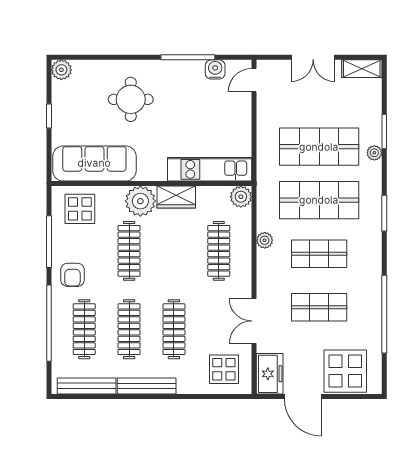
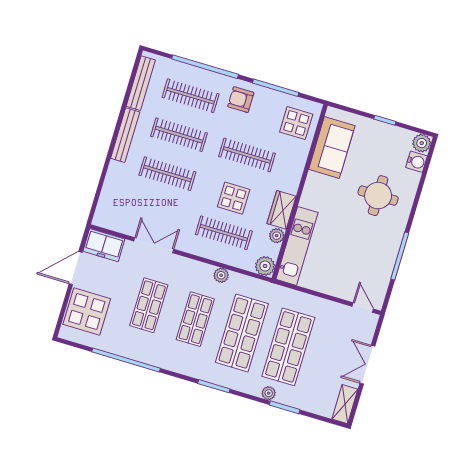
water cooler: (215, 69) -> (416, 162), moved
sofa: (94, 163) -> (332, 147), width x0.73
plant: (140, 201) -> (277, 236), moved, width x0.53, depth x0.53
display table: (224, 369) -> (234, 198), moved

